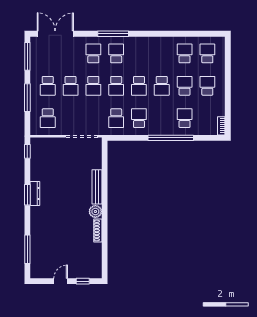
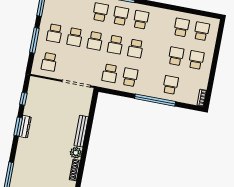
school desk: (162, 86) -> (141, 20), moved, turned 180
window: (27, 151) -> (23, 99), moved

